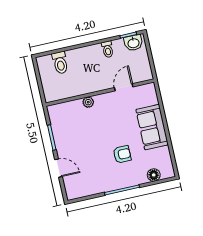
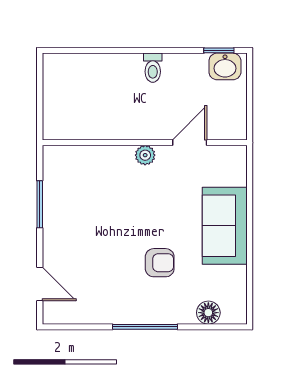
toilet: (108, 49) -> (153, 68), moved
toilet: (60, 63) -> (85, 73), removed
plant: (88, 102) -> (145, 155), moved
door: (59, 168) -> (40, 284), moved

